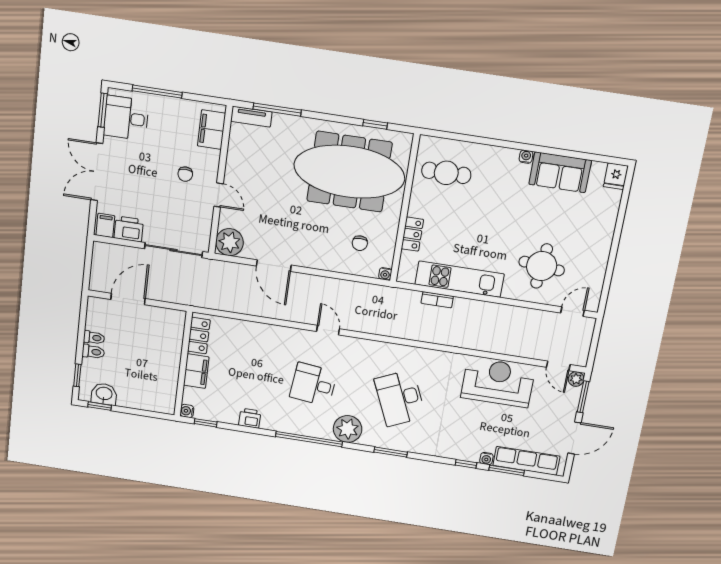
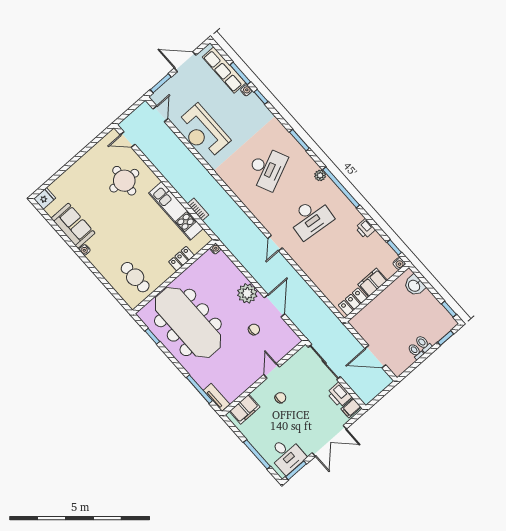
plant: (229, 242) -> (247, 293), moved
chair: (360, 243) -> (254, 329), moved
plant: (576, 379) -> (156, 97), removed
desk: (313, 385) -> (311, 218), width x1.37
washbasin: (104, 394) -> (414, 285), moved
plant: (348, 429) -> (320, 175), width x0.53, depth x0.53

